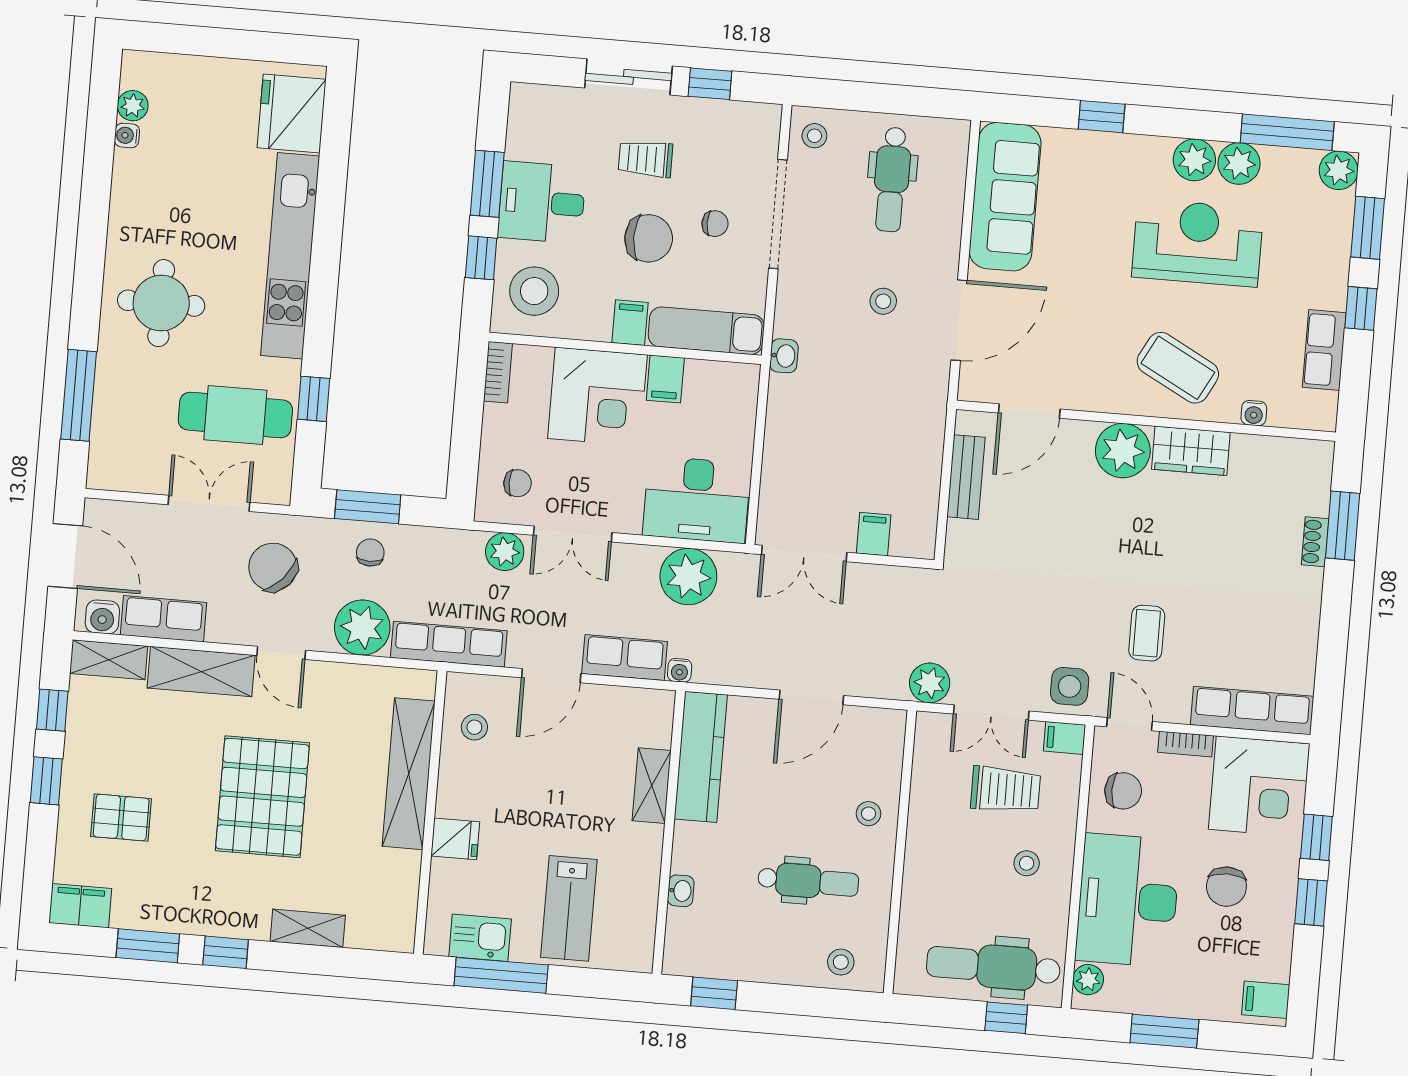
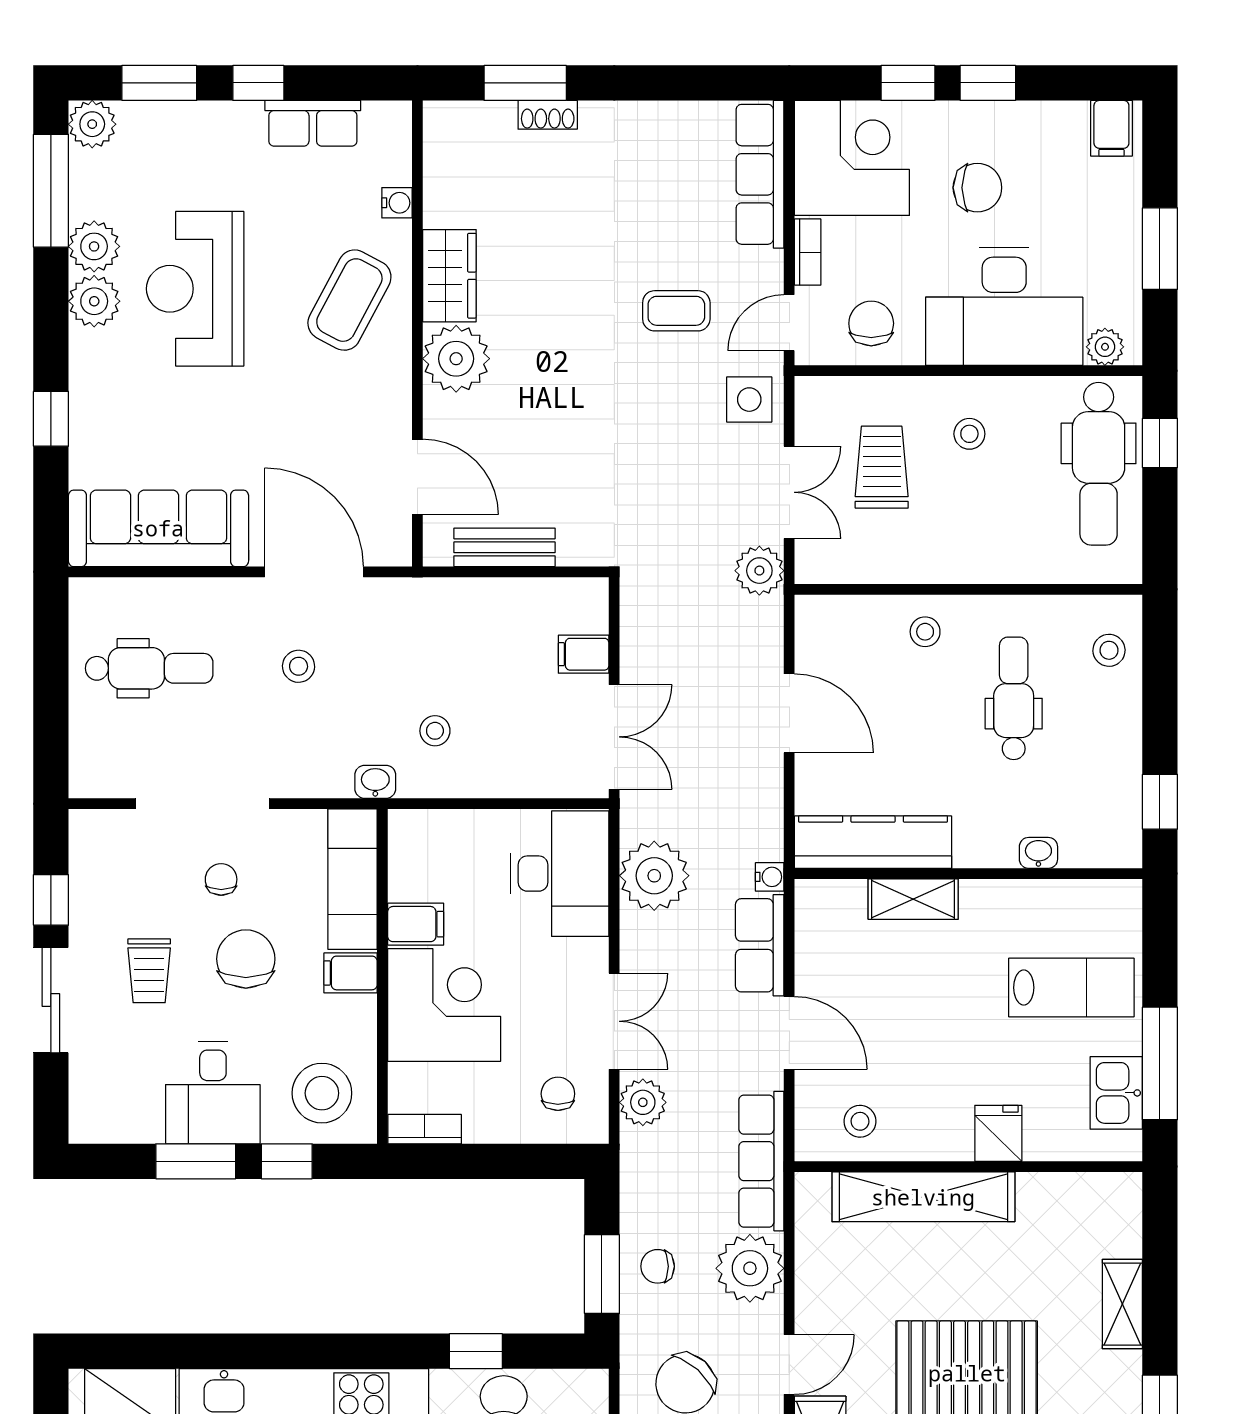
stool: (814, 136) -> (435, 731), moved
filing cabinet: (1065, 738) -> (813, 400), removed

